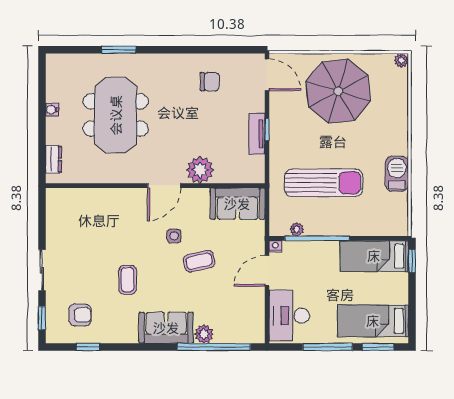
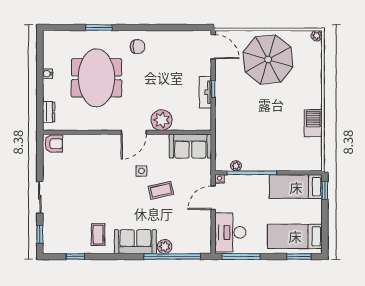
chair: (210, 82) -> (138, 47), moved
sun lounger: (324, 183) -> (257, 130), removed
coffee table: (128, 280) -> (98, 235), moved
armchair: (80, 315) -> (54, 144), moved
window: (328, 347) -> (241, 257), moved

